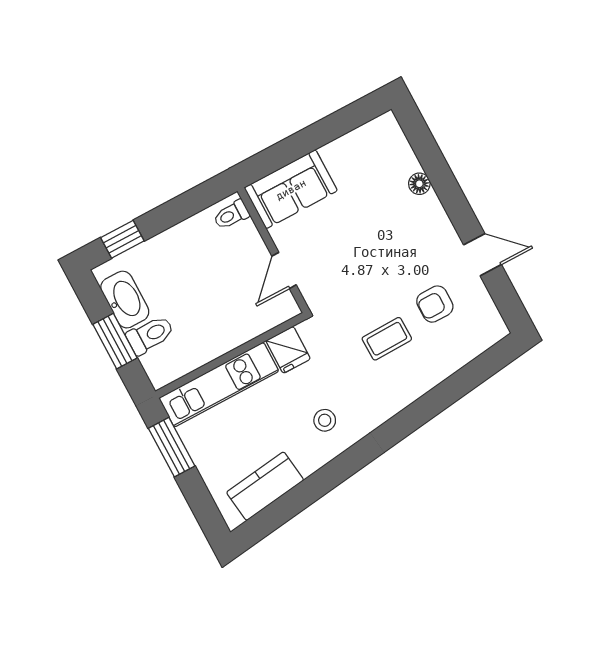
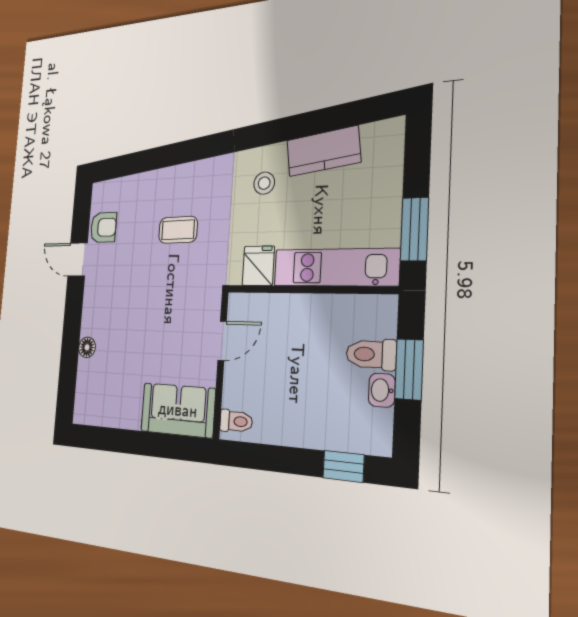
washbasin: (125, 300) -> (382, 390), width x0.52, depth x0.69
armchair: (435, 304) -> (103, 227), moved
kitchen counter: (265, 486) -> (323, 151), moved

